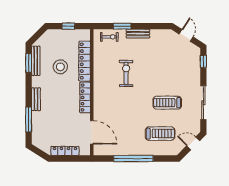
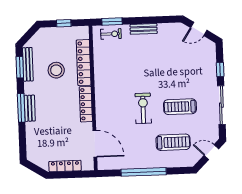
window: (122, 26) -> (112, 21), moved
door: (186, 35) -> (199, 29), swing flipped
window: (203, 61) -> (220, 69), moved
exercise bike: (126, 73) -> (143, 108), moved
window: (29, 119) -> (21, 108), moved

